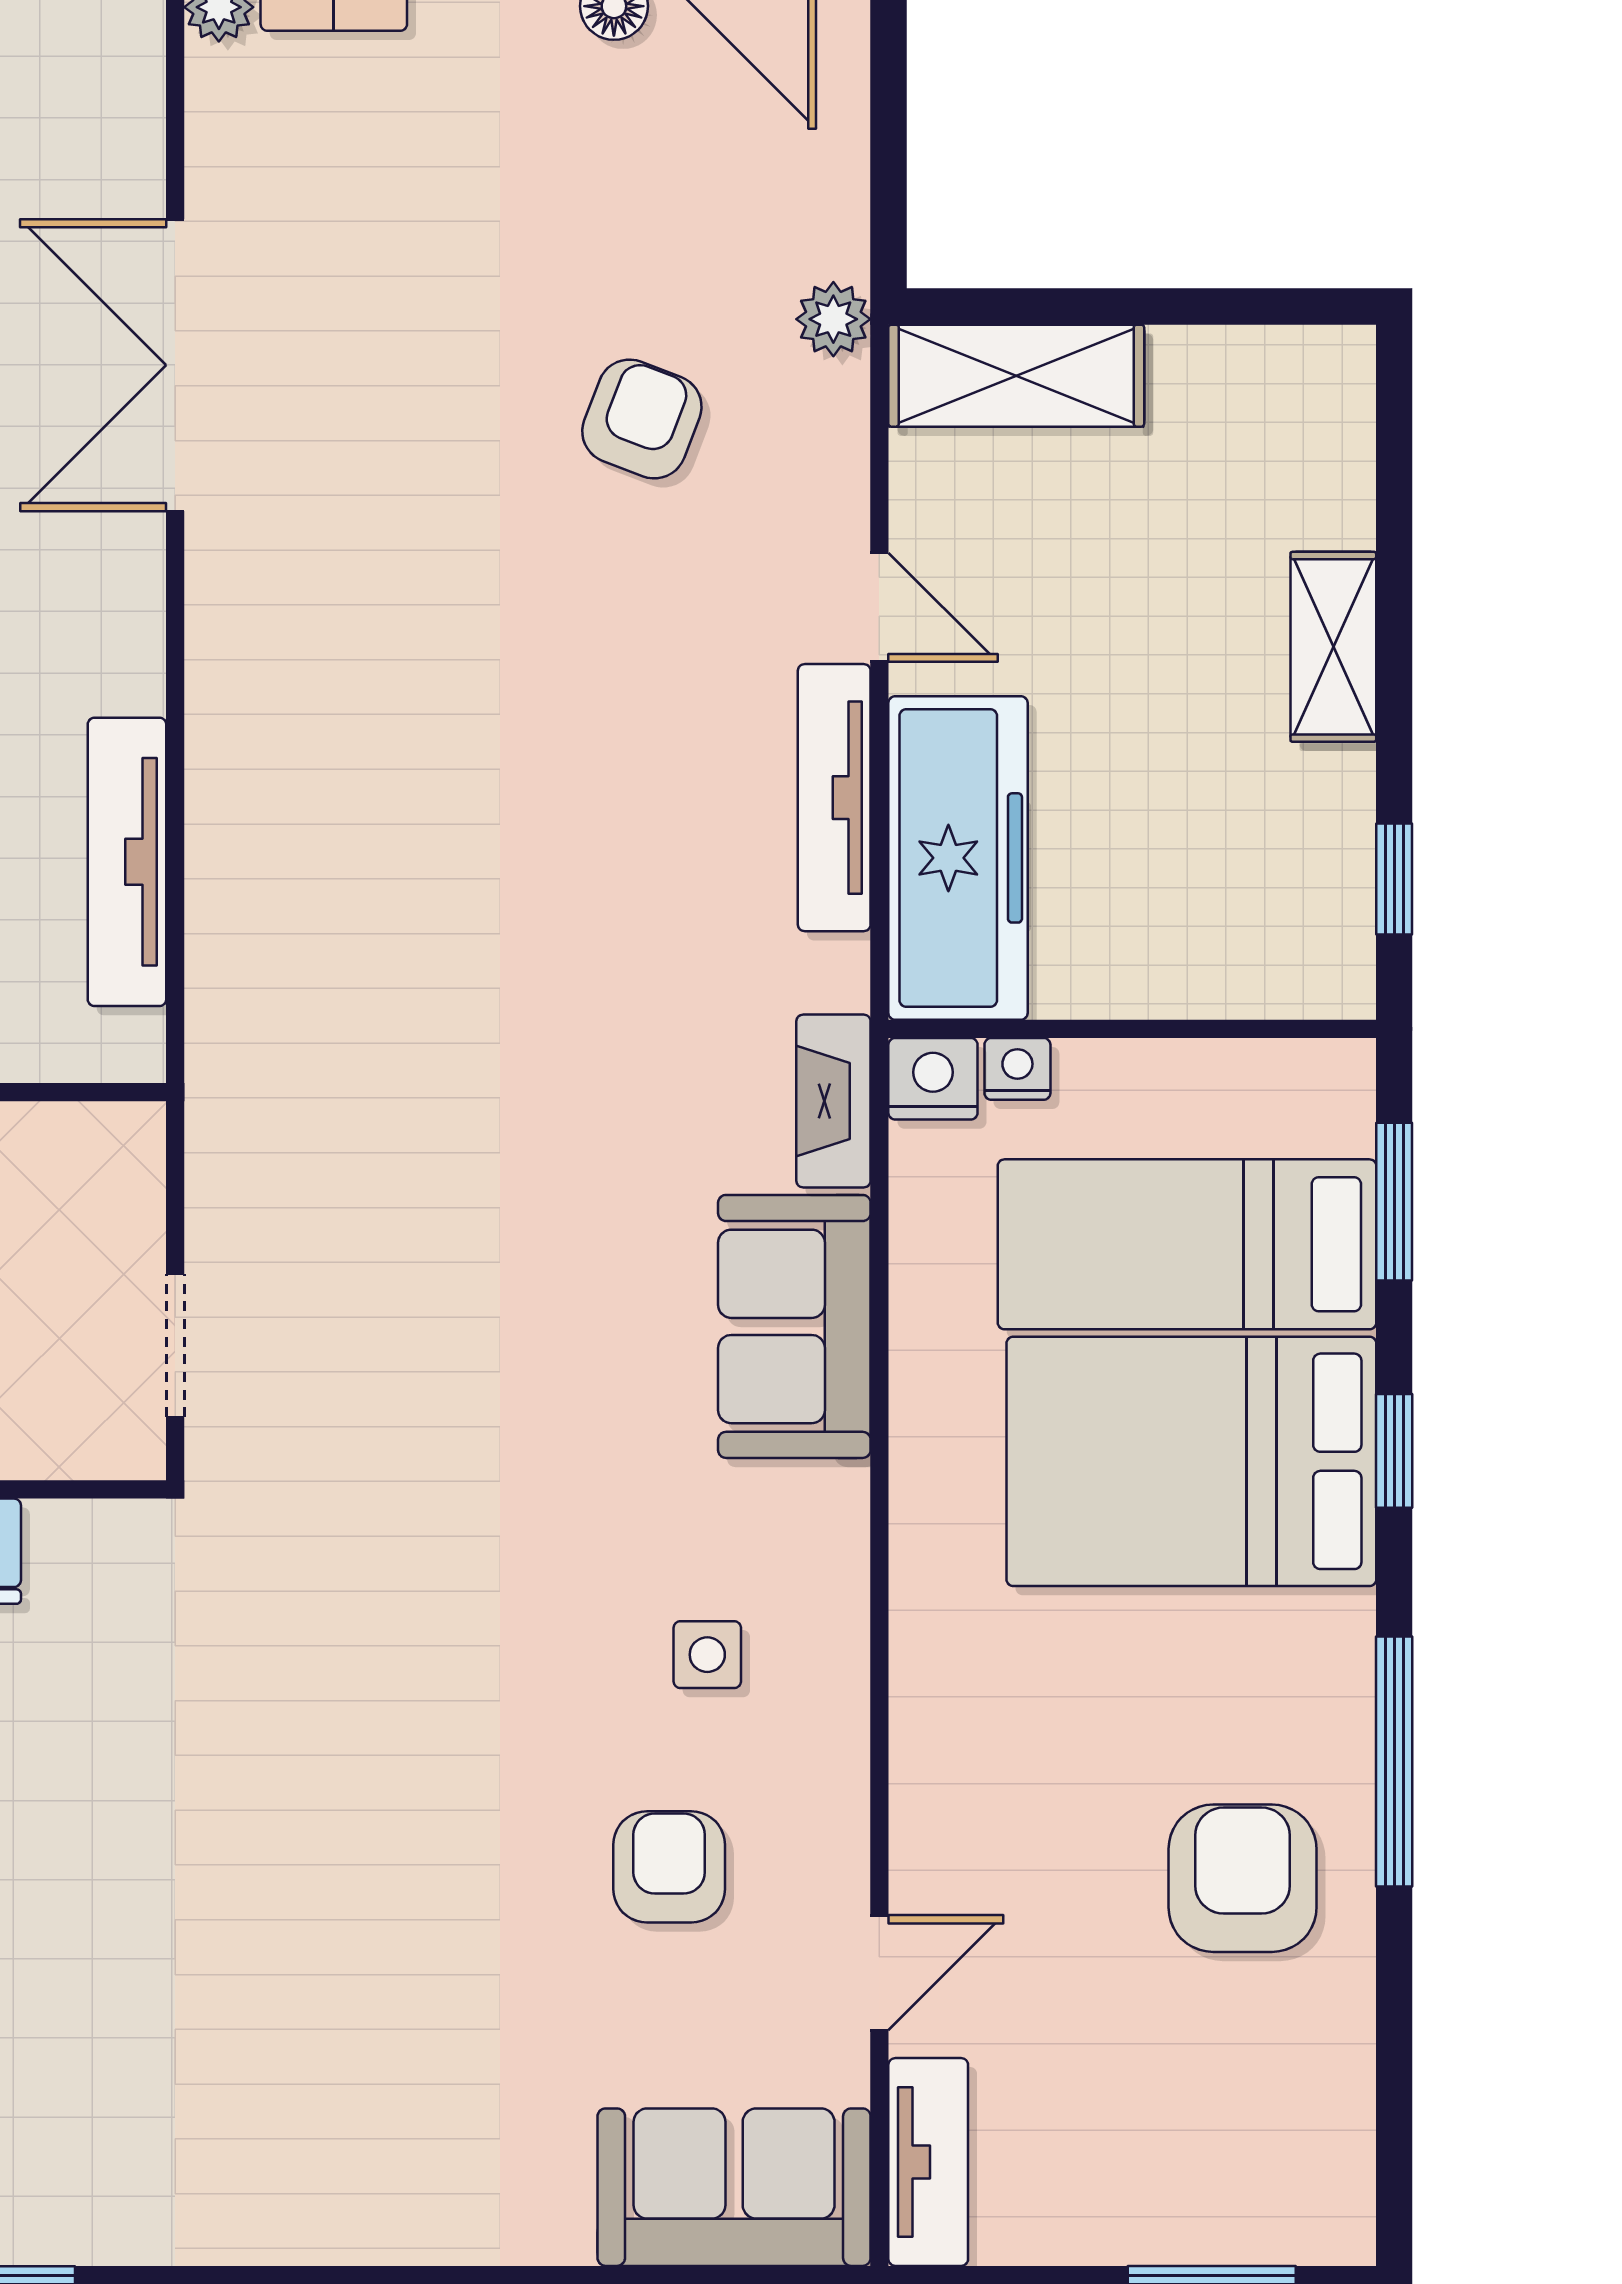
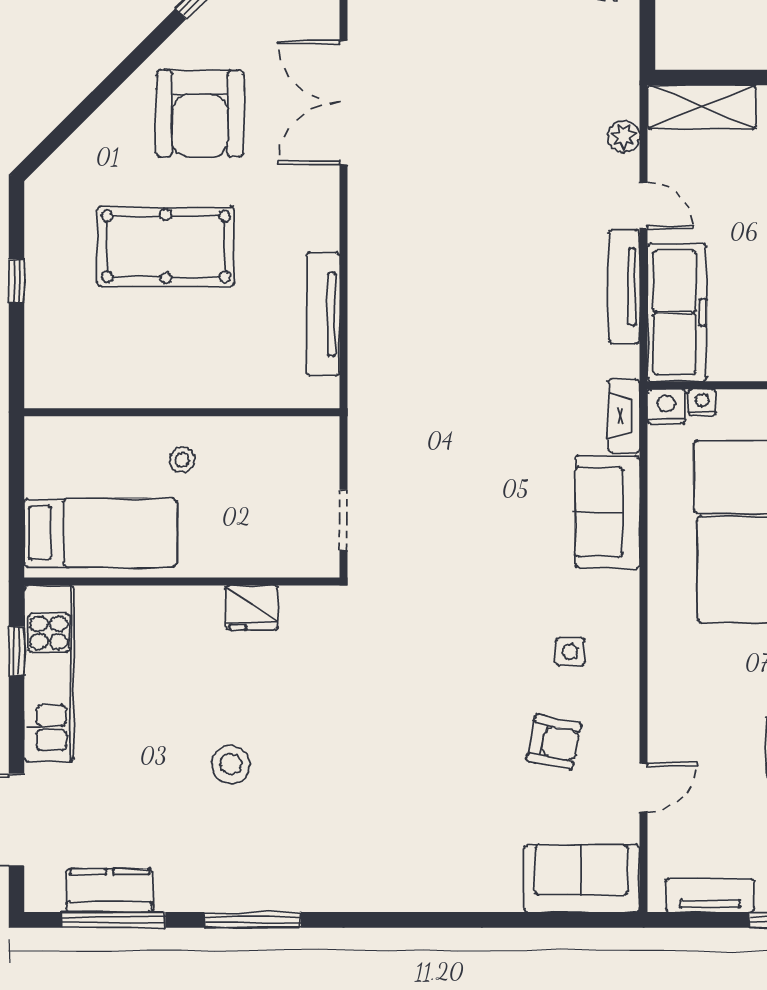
plant: (833, 319) -> (624, 136), moved
armchair: (642, 419) -> (542, 125), removed
armchair: (669, 1867) -> (554, 742), turned 102
tv unit: (928, 2162) -> (710, 895), moved, turned -90

